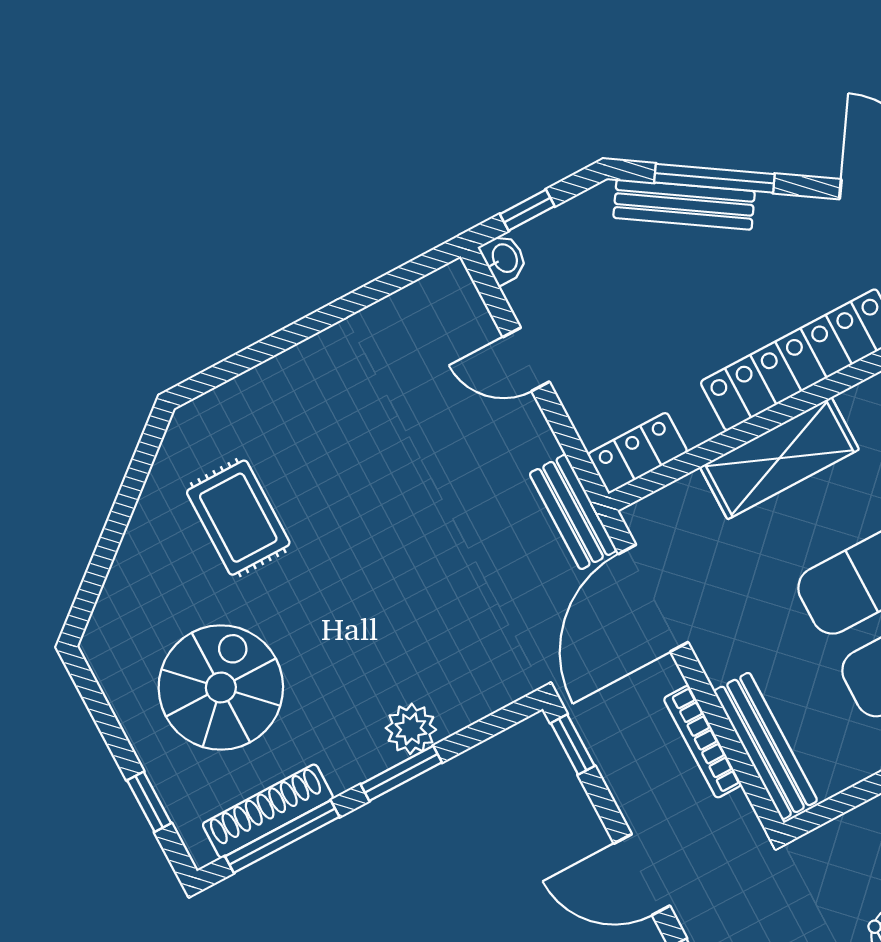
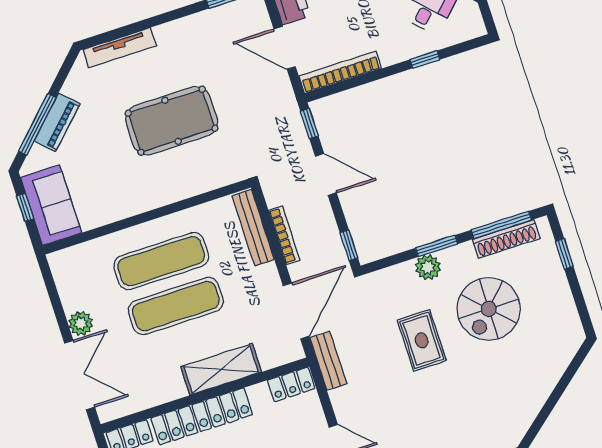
rug: (238, 518) -> (422, 340), moved
spiral stairs: (221, 688) -> (489, 309), moved

